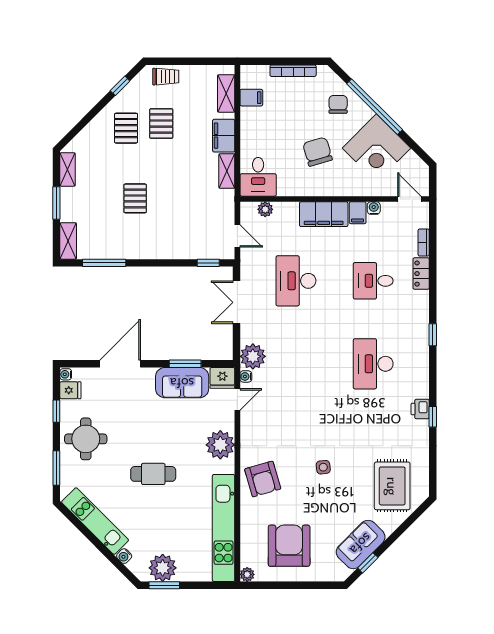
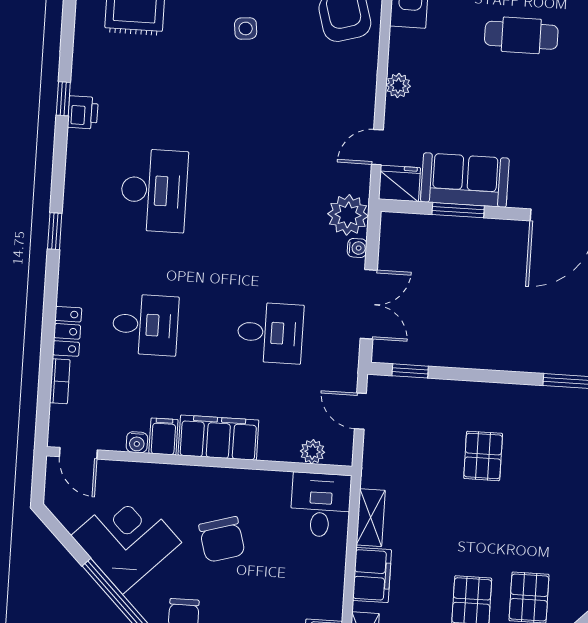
pallet: (135, 198) -> (483, 456), moved
desk: (296, 281) -> (270, 333), width x0.73
water cooler: (246, 376) -> (357, 248), moved
plant: (220, 445) -> (398, 86), width x0.53, depth x0.53

